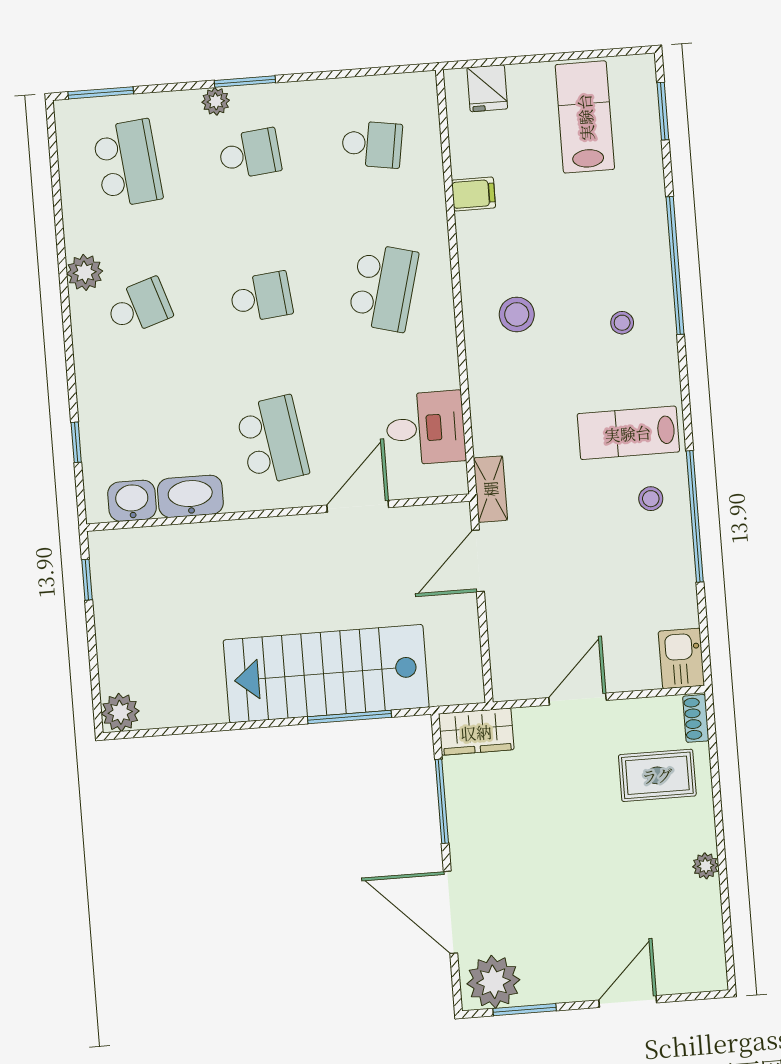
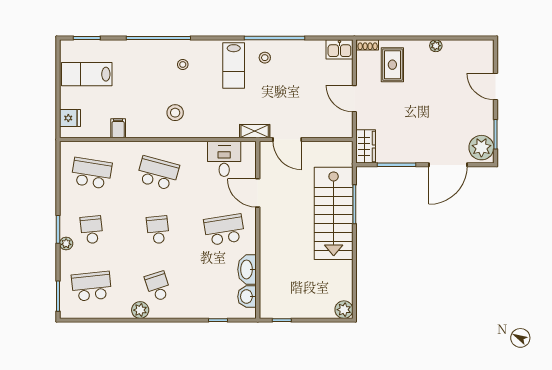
school desk: (372, 144) -> (92, 173), width x1.85

